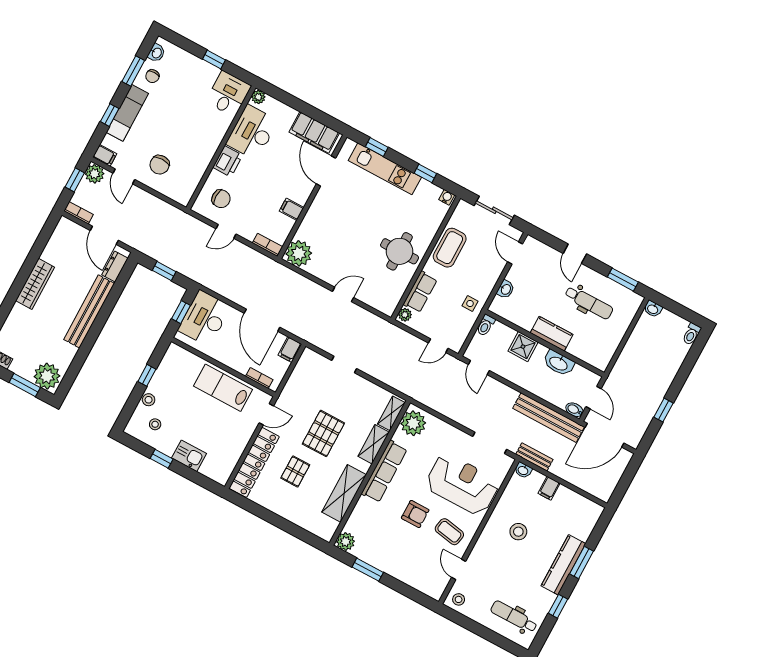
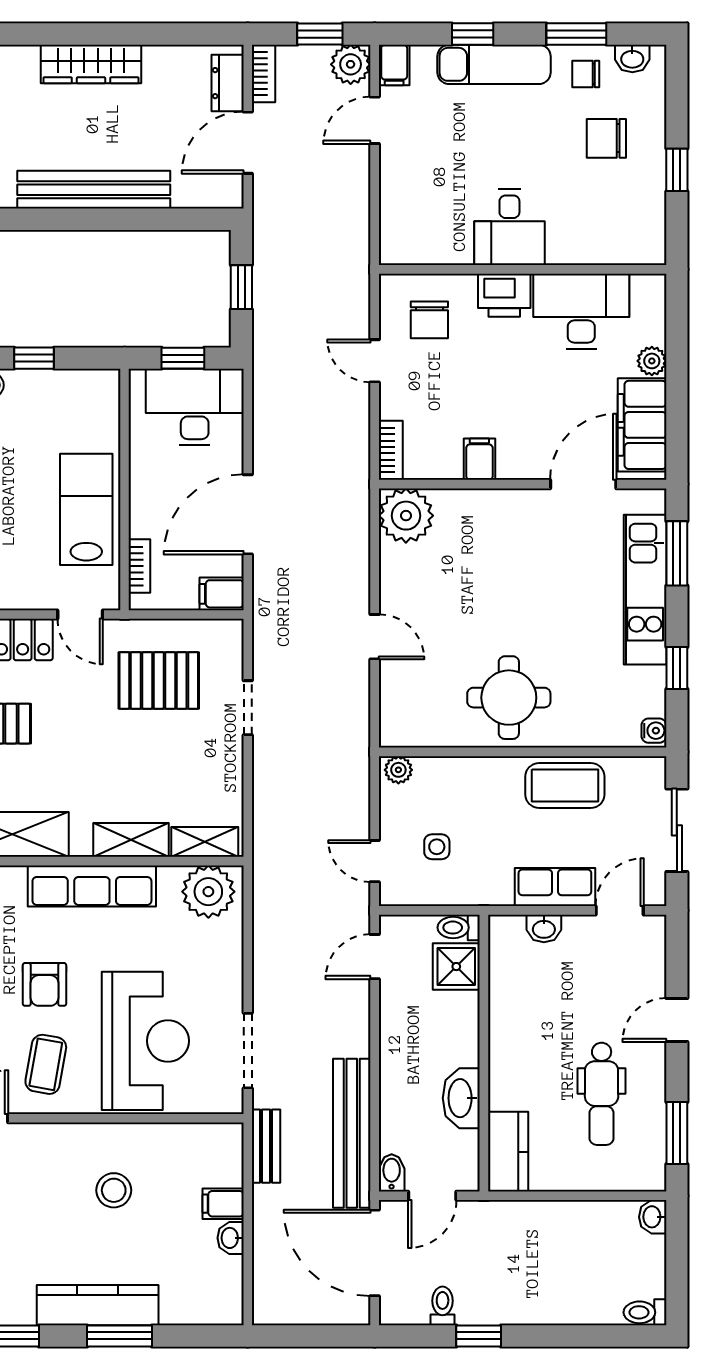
desk: (228, 94) -> (509, 227), moved, turned 90
plant: (258, 97) -> (652, 361), moved
window: (377, 147) -> (677, 553), width x1.50
chair: (160, 165) -> (606, 138), moved
dresser: (115, 267) -> (228, 83), moved, turned -90
row of seats: (420, 292) -> (555, 887), moved, turned 180
side table: (470, 303) -> (437, 847), moved
kitchen counter: (552, 334) -> (508, 1152), moved
shower: (523, 347) -> (456, 967), moved
toilet: (643, 419) -> (443, 1306), added
pallet: (323, 433) -> (159, 680), moved
washbasin: (523, 470) -> (231, 1238), moved

